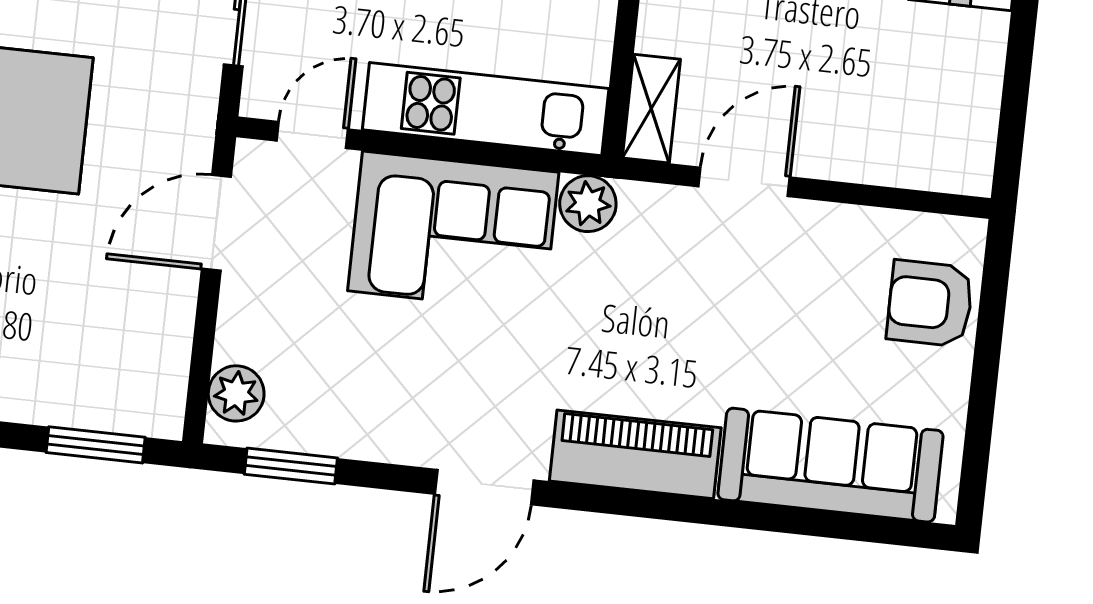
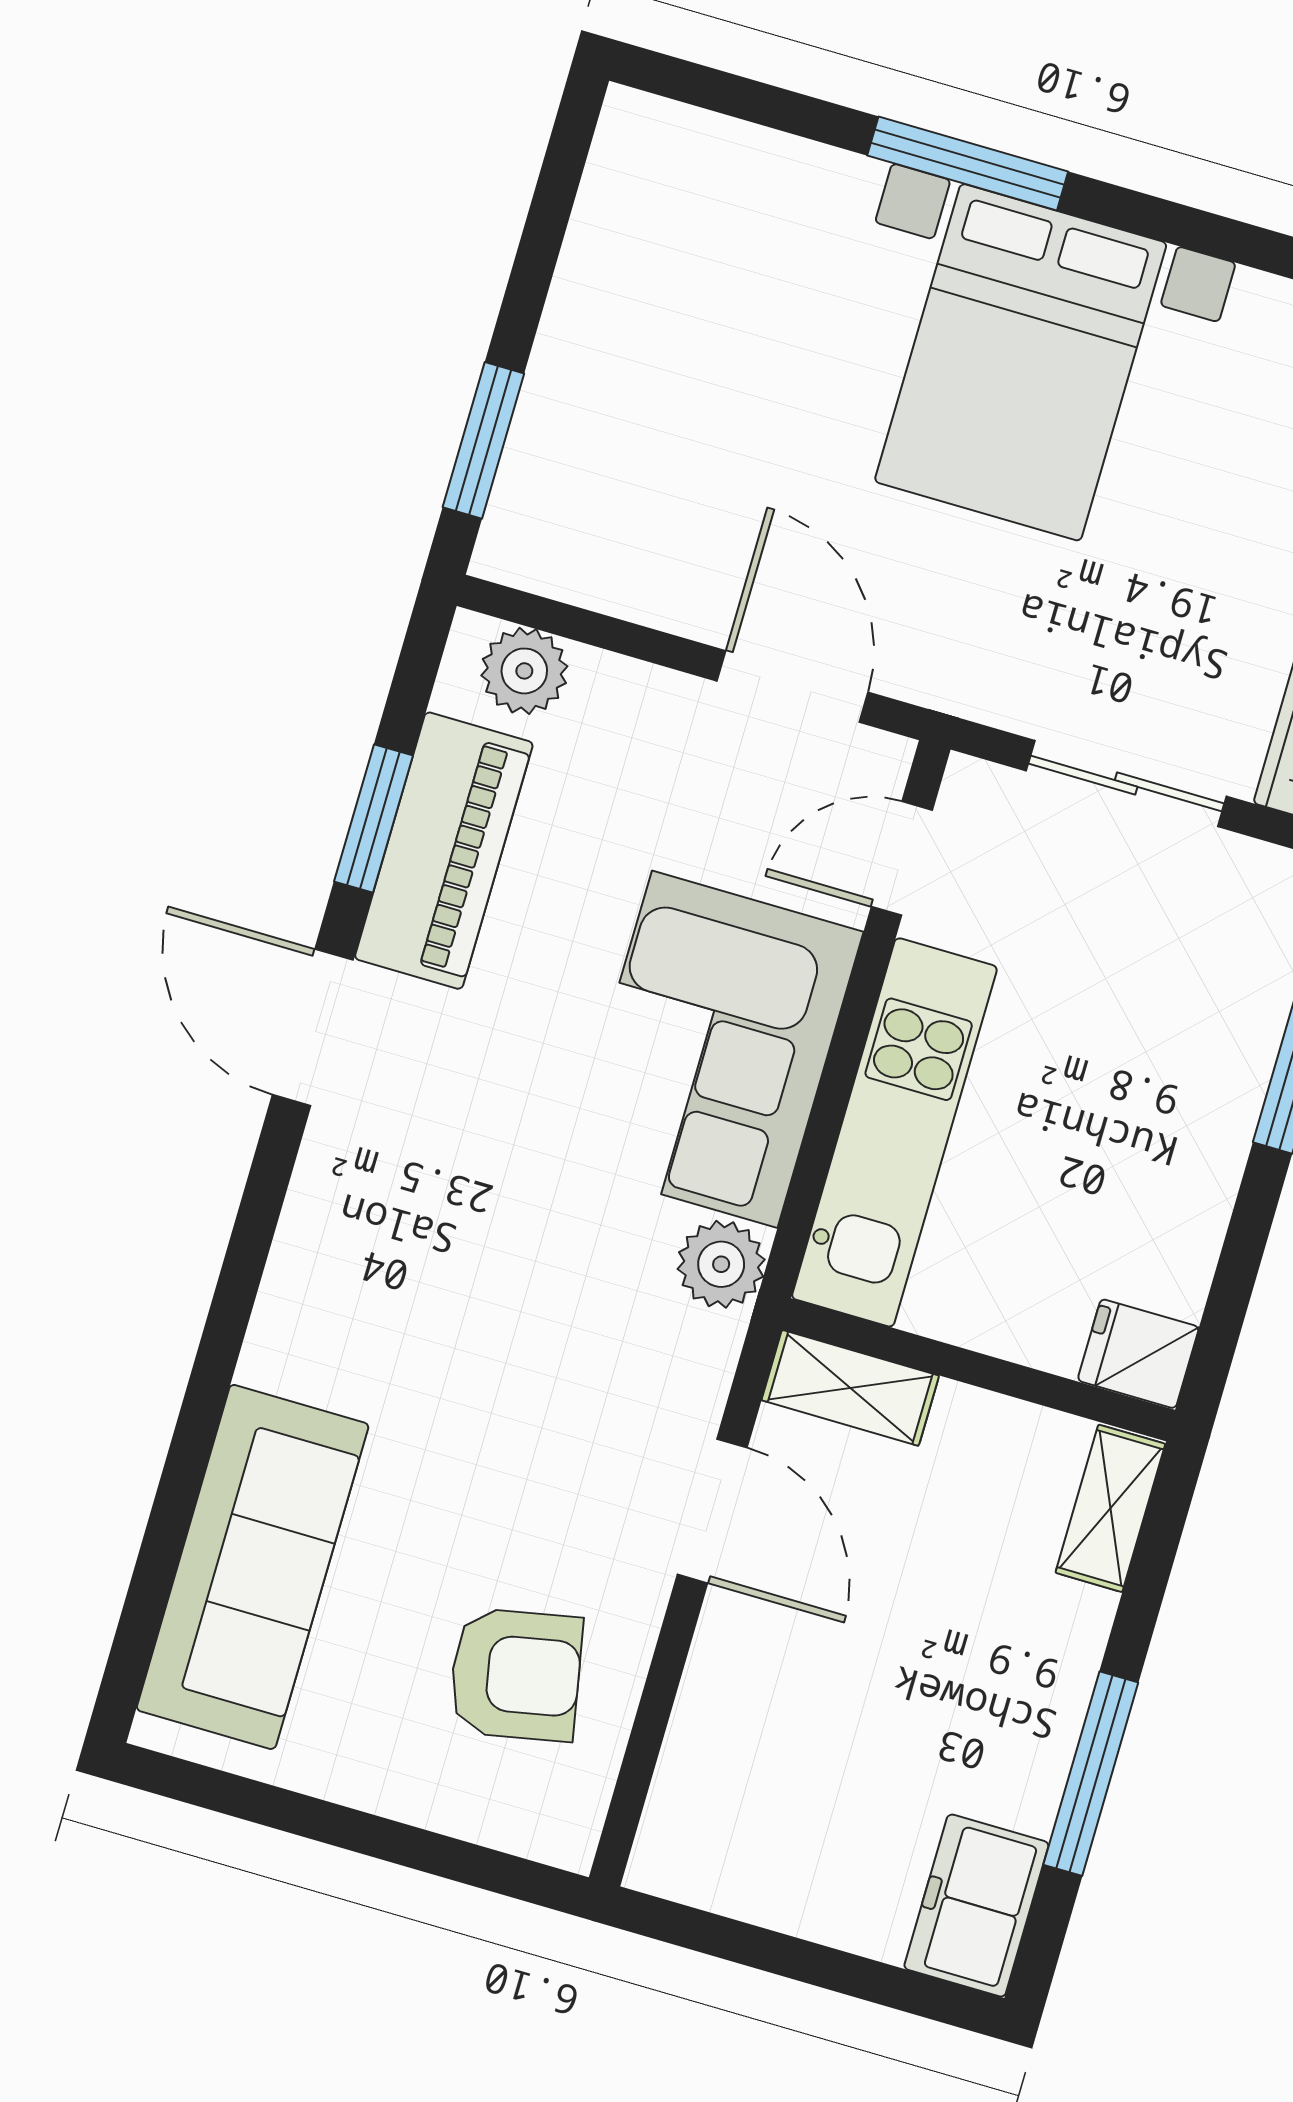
door: (312, 135) -> (902, 858), swing flipped
armchair: (930, 303) -> (516, 1675), moved, turned 79
piano: (635, 454) -> (444, 851), moved
window: (291, 466) -> (374, 819), moved

